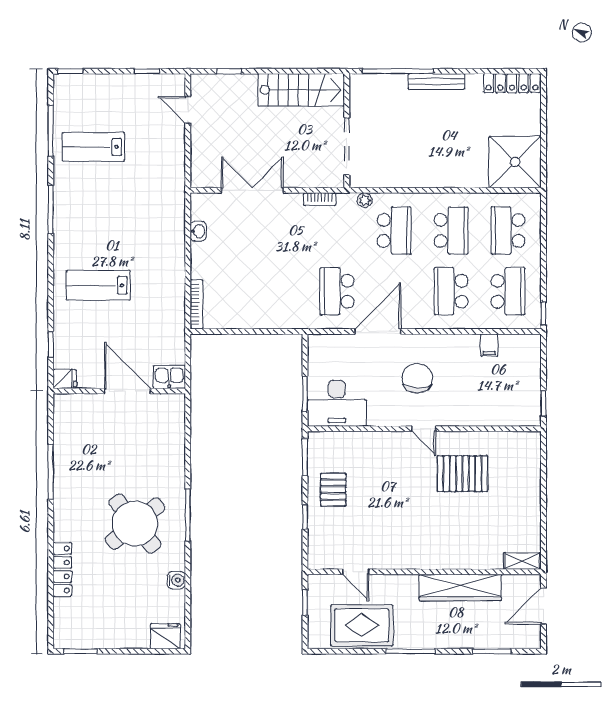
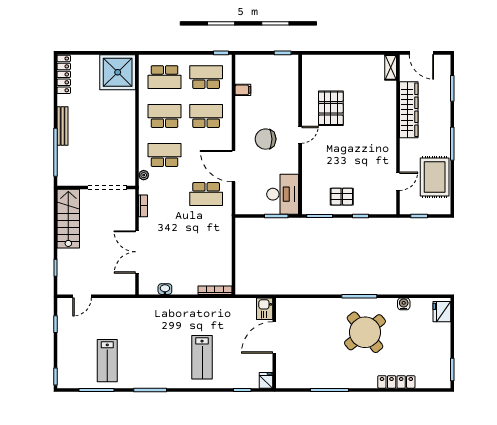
school desk: (451, 291) -> (206, 116), turned 180

